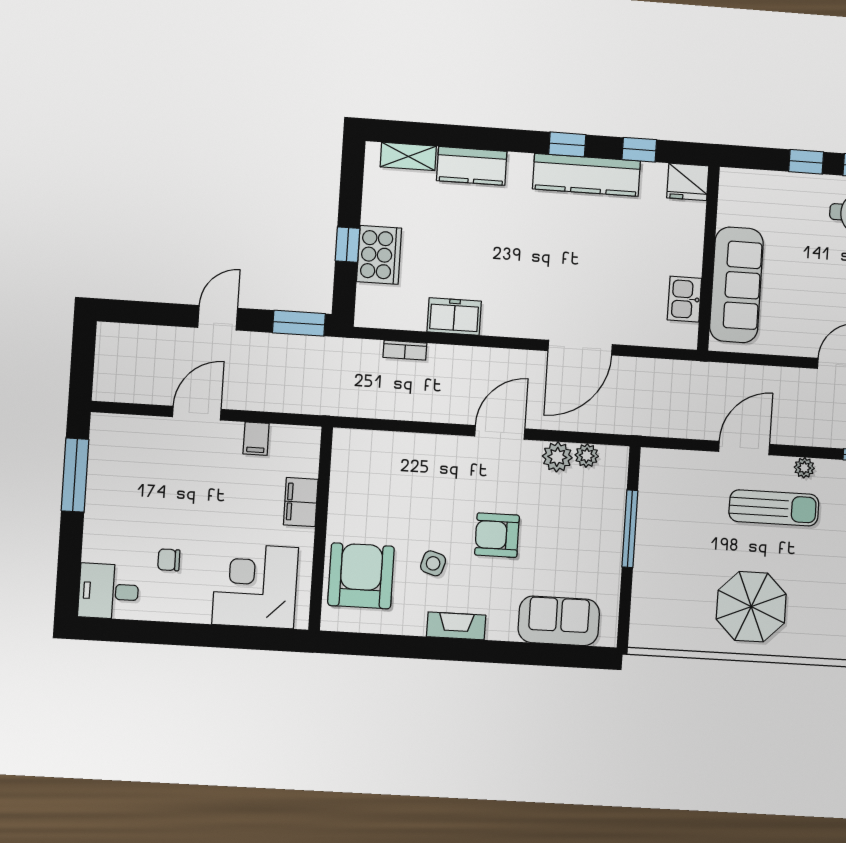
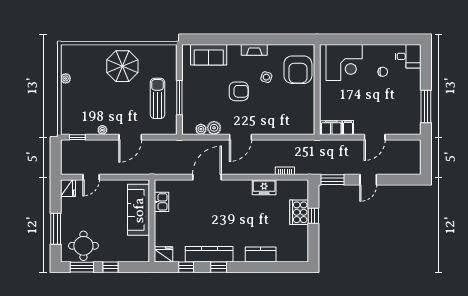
shelving: (408, 156) -> (289, 257), removed
filing cabinet: (301, 502) -> (331, 128), moved, turned -90
sun lounger: (774, 508) -> (158, 98), moved, turned 90

